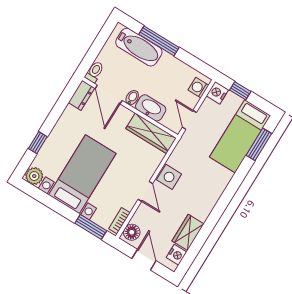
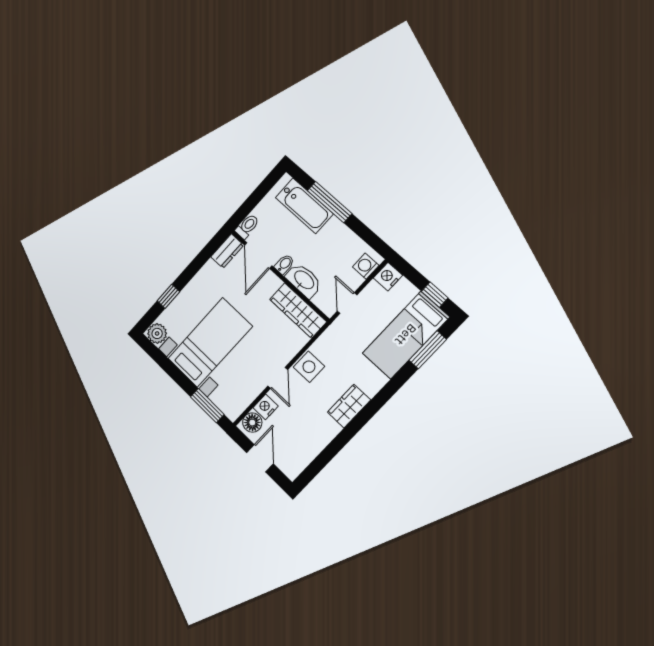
window: (240, 91) -> (435, 295), moved
bookcase: (119, 221) -> (241, 406), removed
wardrobe: (188, 232) -> (349, 406), moved
nightstand: (176, 255) -> (266, 407), moved, turned 180

